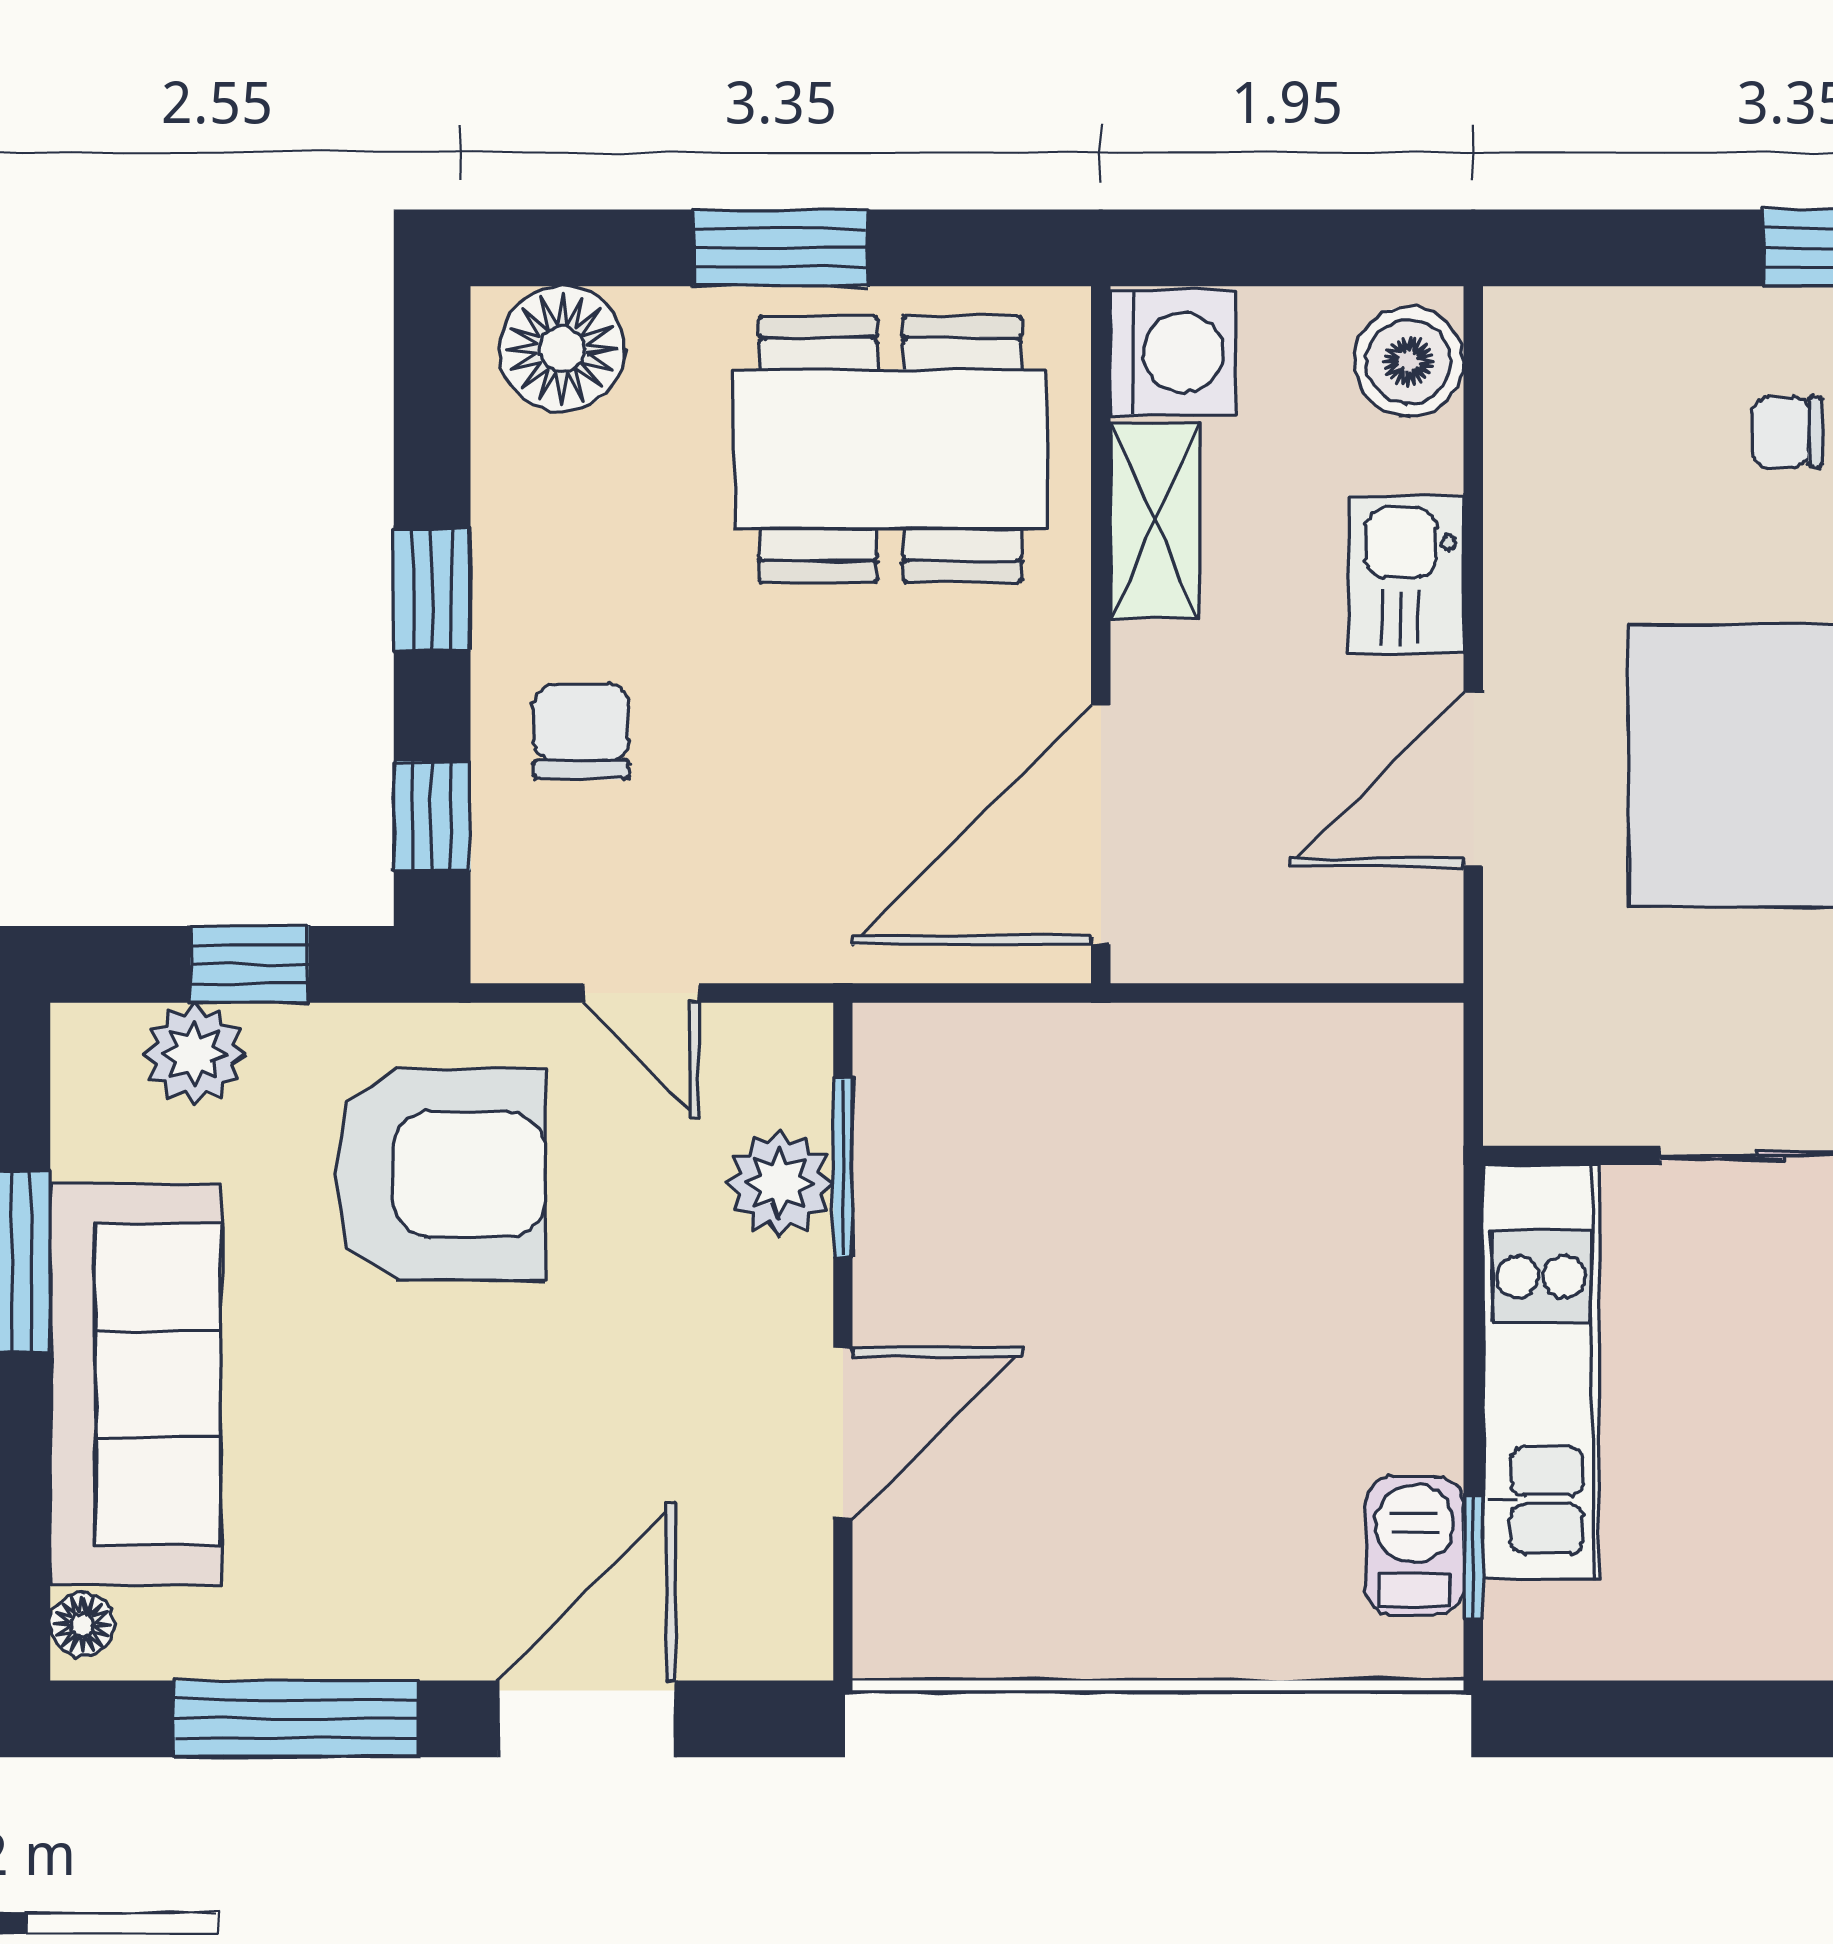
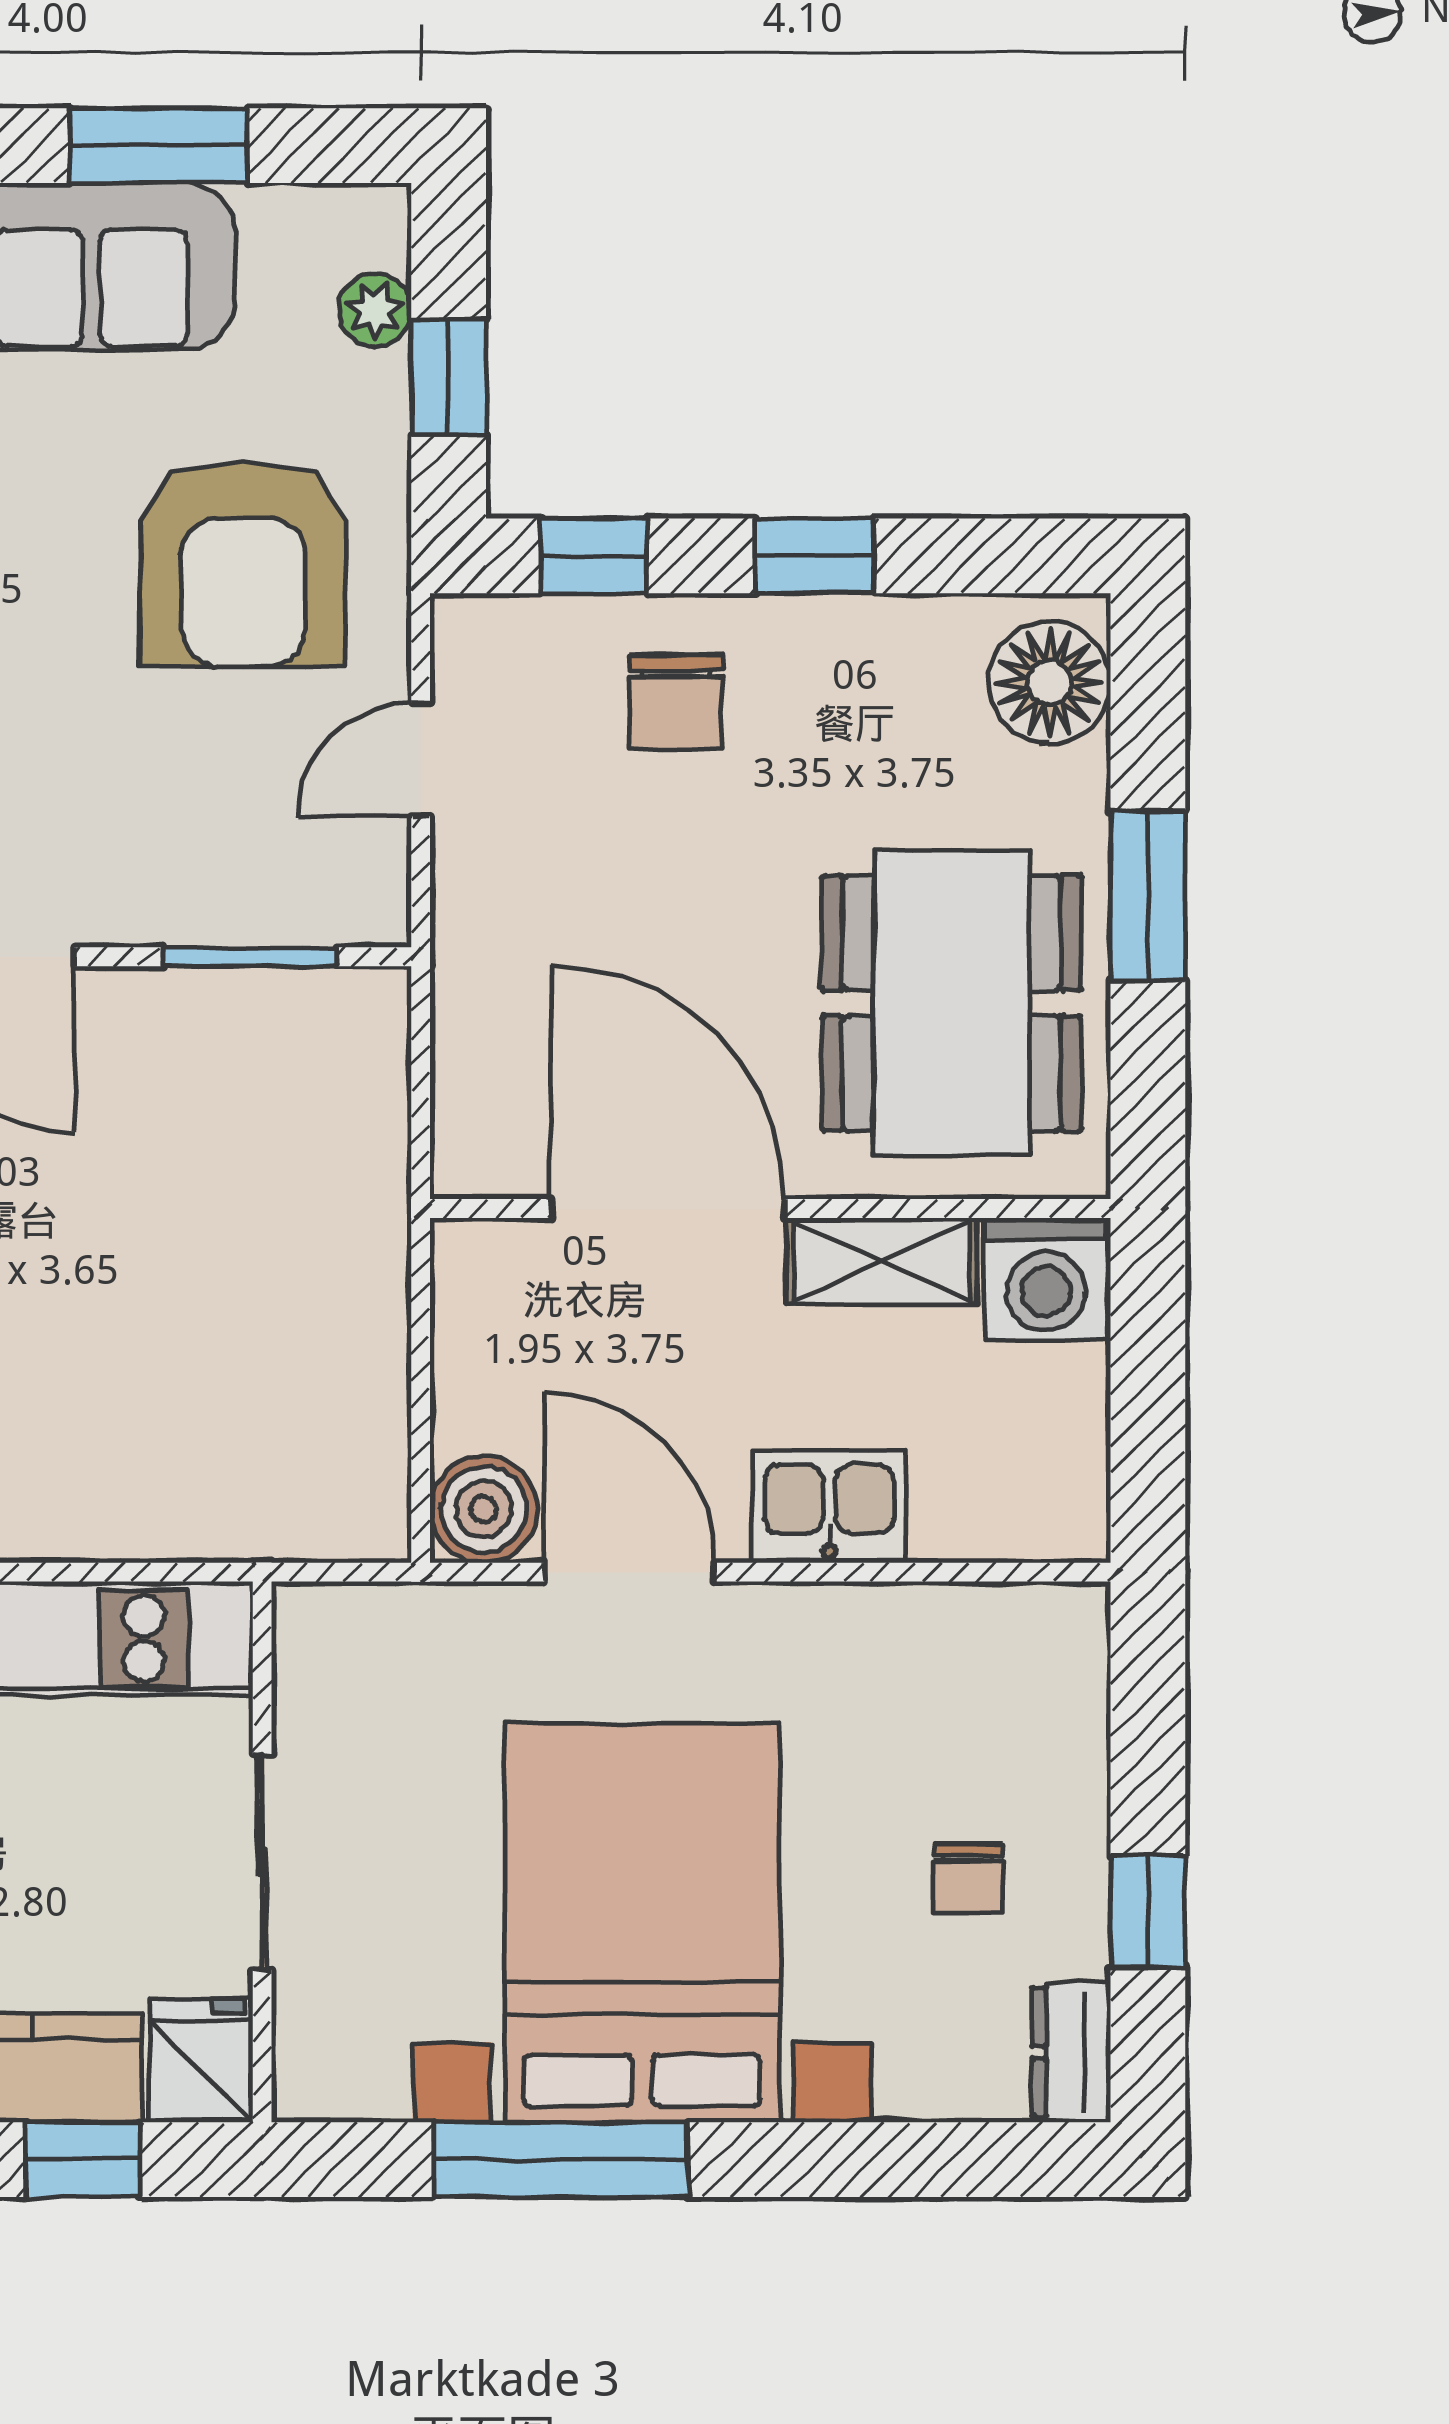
boiler: (1409, 362) -> (484, 1509), moved
chair: (1787, 432) -> (968, 1879), turned 180
chair: (581, 732) -> (676, 701), turned 90
door: (1101, 825) -> (668, 1209), moved
plant: (194, 1054) -> (375, 310), width x0.73, depth x0.73
plant: (780, 1183) -> (235, 895), removed

